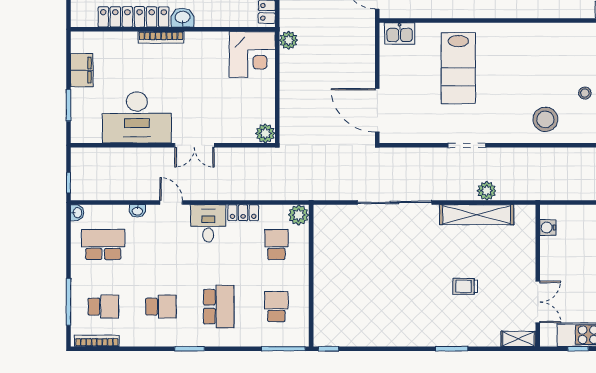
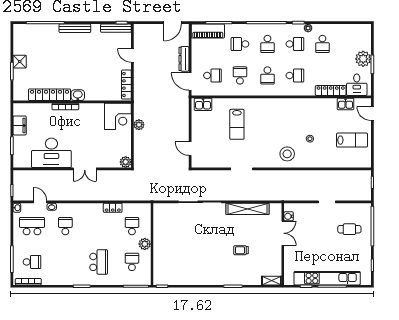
plant: (288, 40) -> (139, 125), moved
lab bench: (458, 68) -> (237, 124), width x0.73, depth x0.72
door: (377, 110) -> (190, 149), width x0.53
plant: (487, 191) -> (253, 195), removed
door: (171, 202) -> (40, 202), moved
plant: (299, 215) -> (145, 244), moved
desk: (208, 223) -> (93, 214), removed
double door: (538, 302) -> (283, 233), moved
school desk: (161, 307) -> (65, 226), moved, turned -90

